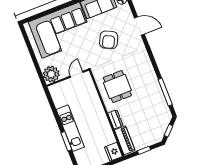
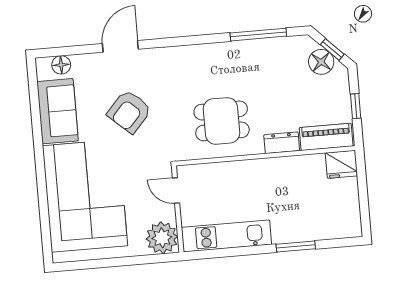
armchair: (109, 40) -> (129, 112), turned 106
floor lamp: (161, 127) -> (321, 62), added
kitchen unit: (70, 128) -> (226, 236), moved

